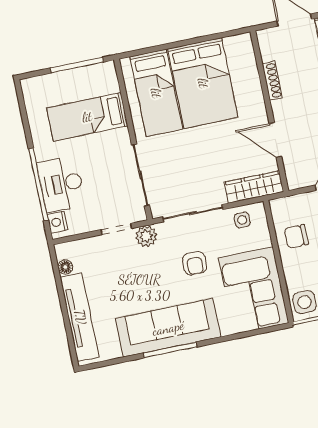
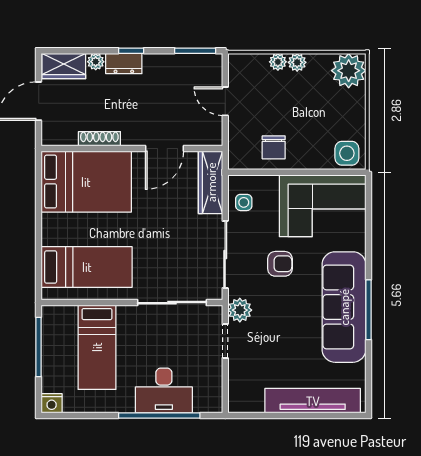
bed: (203, 83) -> (86, 182), moved
nightstand: (58, 222) -> (52, 403), moved
floor lamp: (65, 267) -> (255, 405), removed

